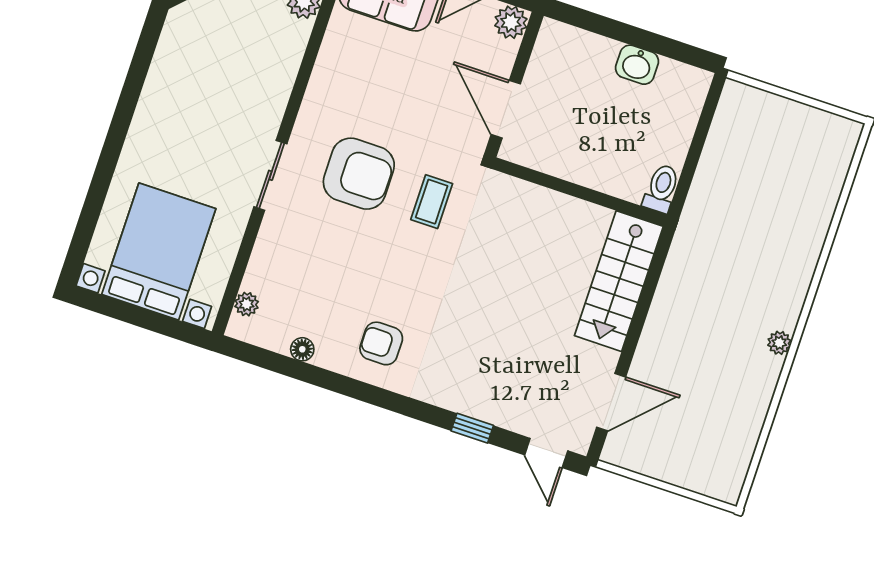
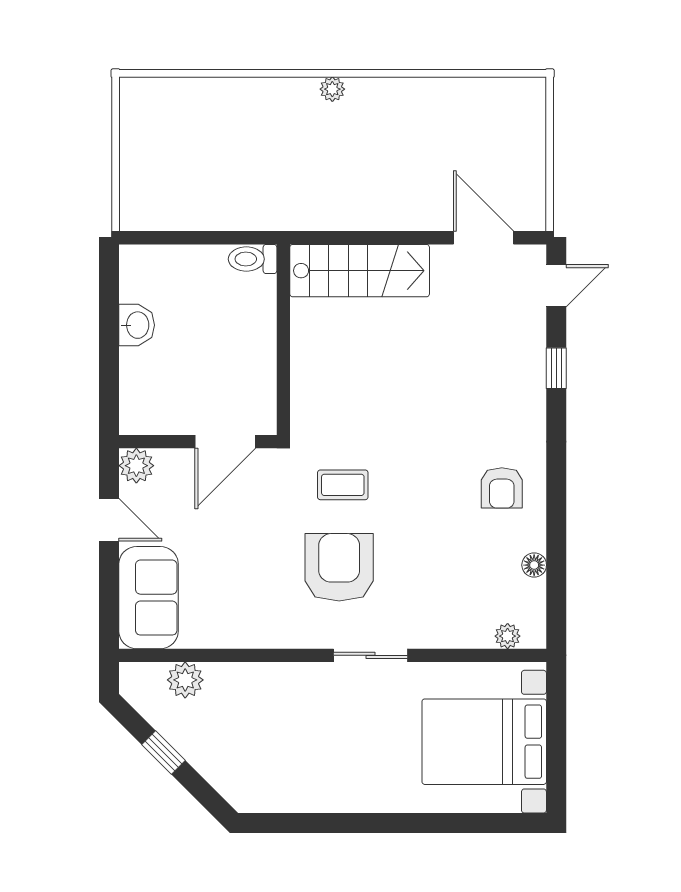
plant: (779, 343) -> (332, 89), moved

